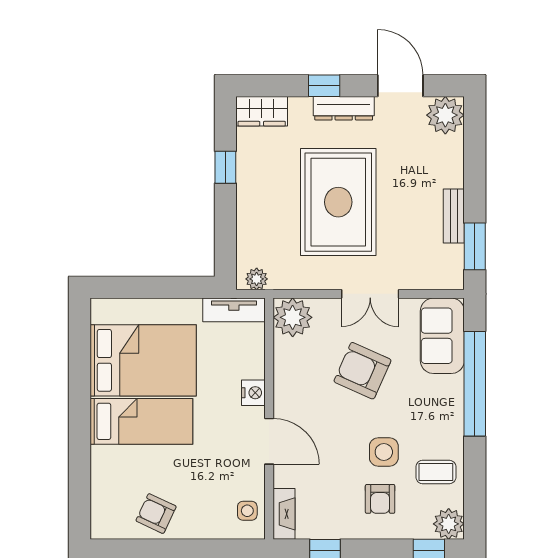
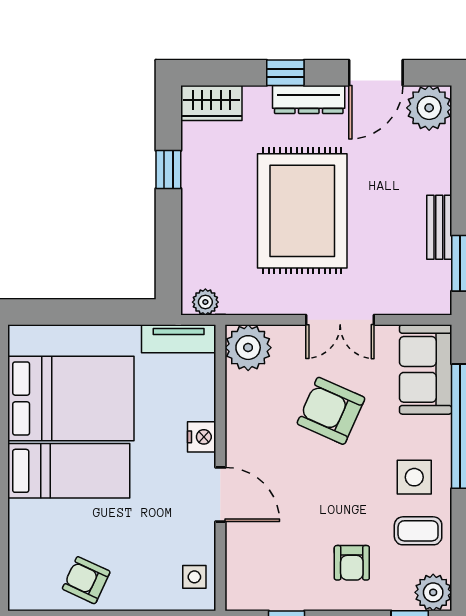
door: (400, 86) -> (376, 73), swing flipped
side table: (384, 452) -> (414, 477), moved
fireplace: (284, 514) -> (238, 581), removed

